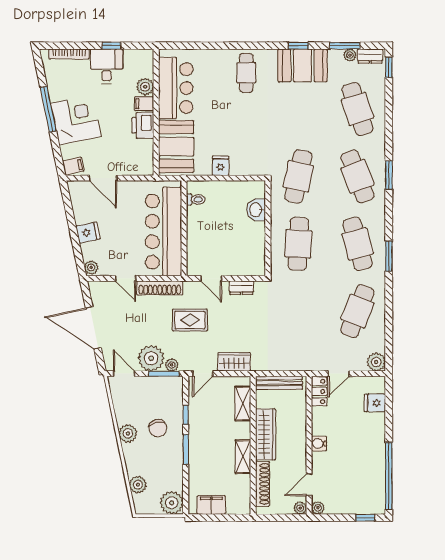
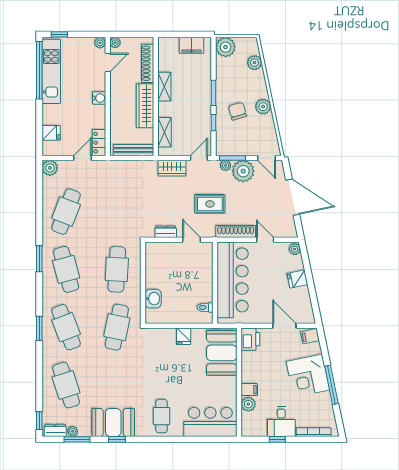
bar counter: (176, 88) -> (210, 422), moved, turned 90
printer: (143, 125) -> (250, 339), moved
kitchen unit: (375, 475) -> (51, 71), added

